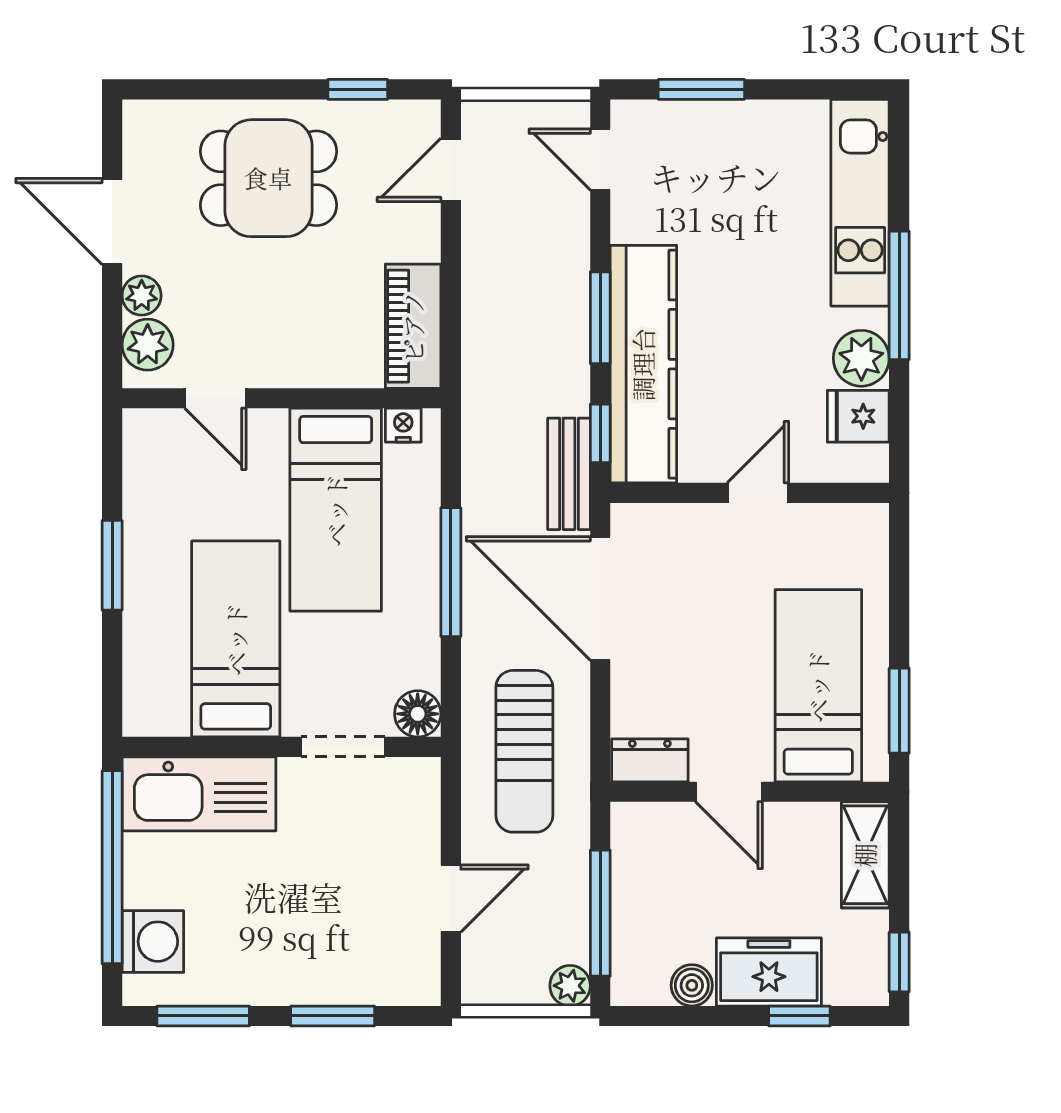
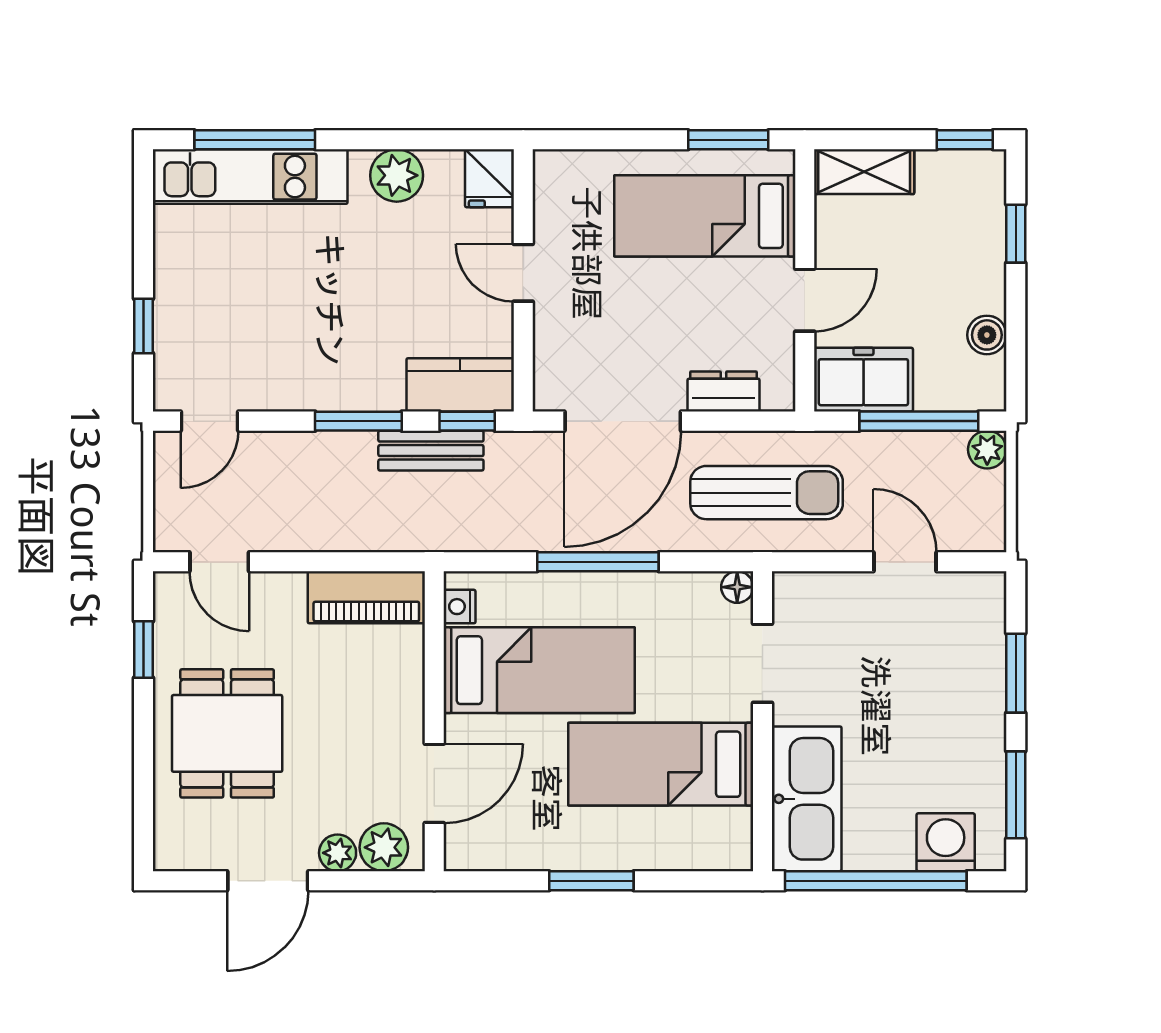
window: (701, 89) -> (143, 326), width x0.67
window: (899, 295) -> (255, 140), moved
kitchen counter: (643, 364) -> (460, 385), width x0.48, depth x0.86
door: (215, 398) -> (434, 783), width x1.38
fridge: (858, 416) -> (489, 178), moved
bench: (569, 474) -> (431, 451), moved
floor lamp: (418, 714) -> (737, 587), width x0.73, depth x0.73
dresser: (650, 760) -> (723, 392), moved, turned 90
freezer: (769, 972) -> (863, 380), moved, turned 90

